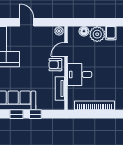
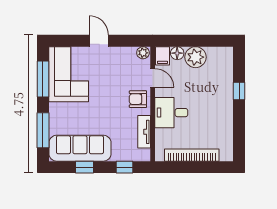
filing cabinet: (111, 33) -> (162, 56), moved
door: (66, 49) -> (153, 78), swing flipped
window: (35, 114) -> (125, 167), moved

